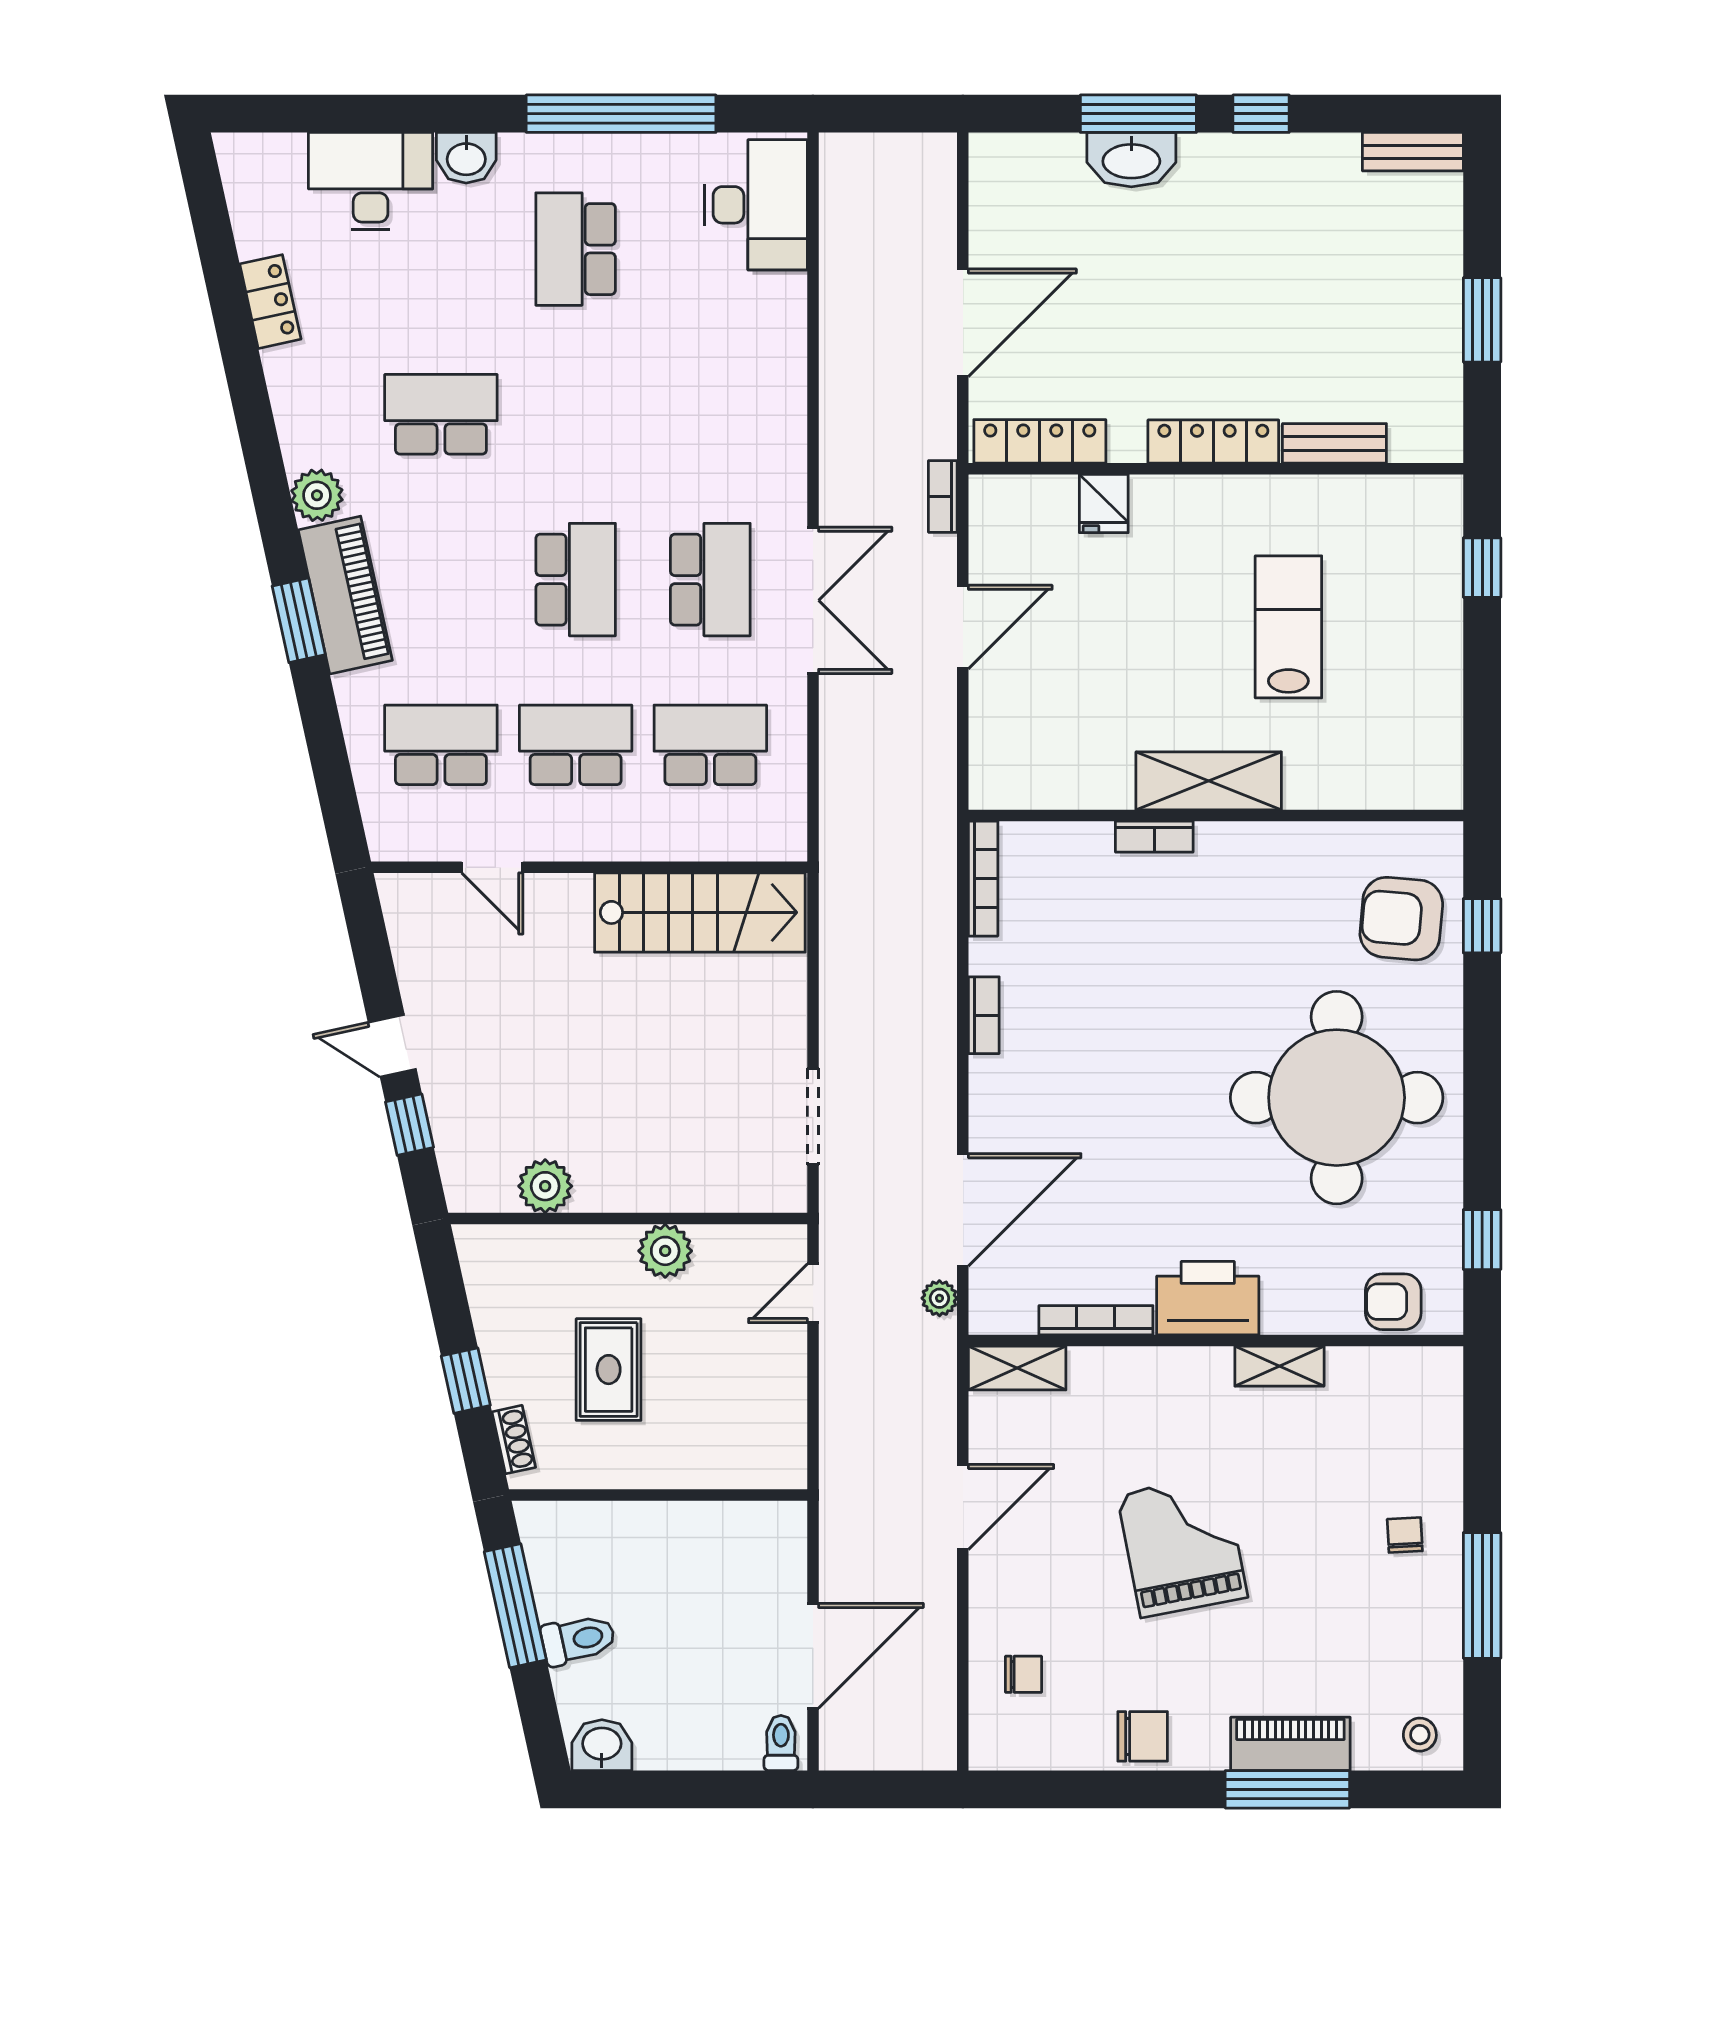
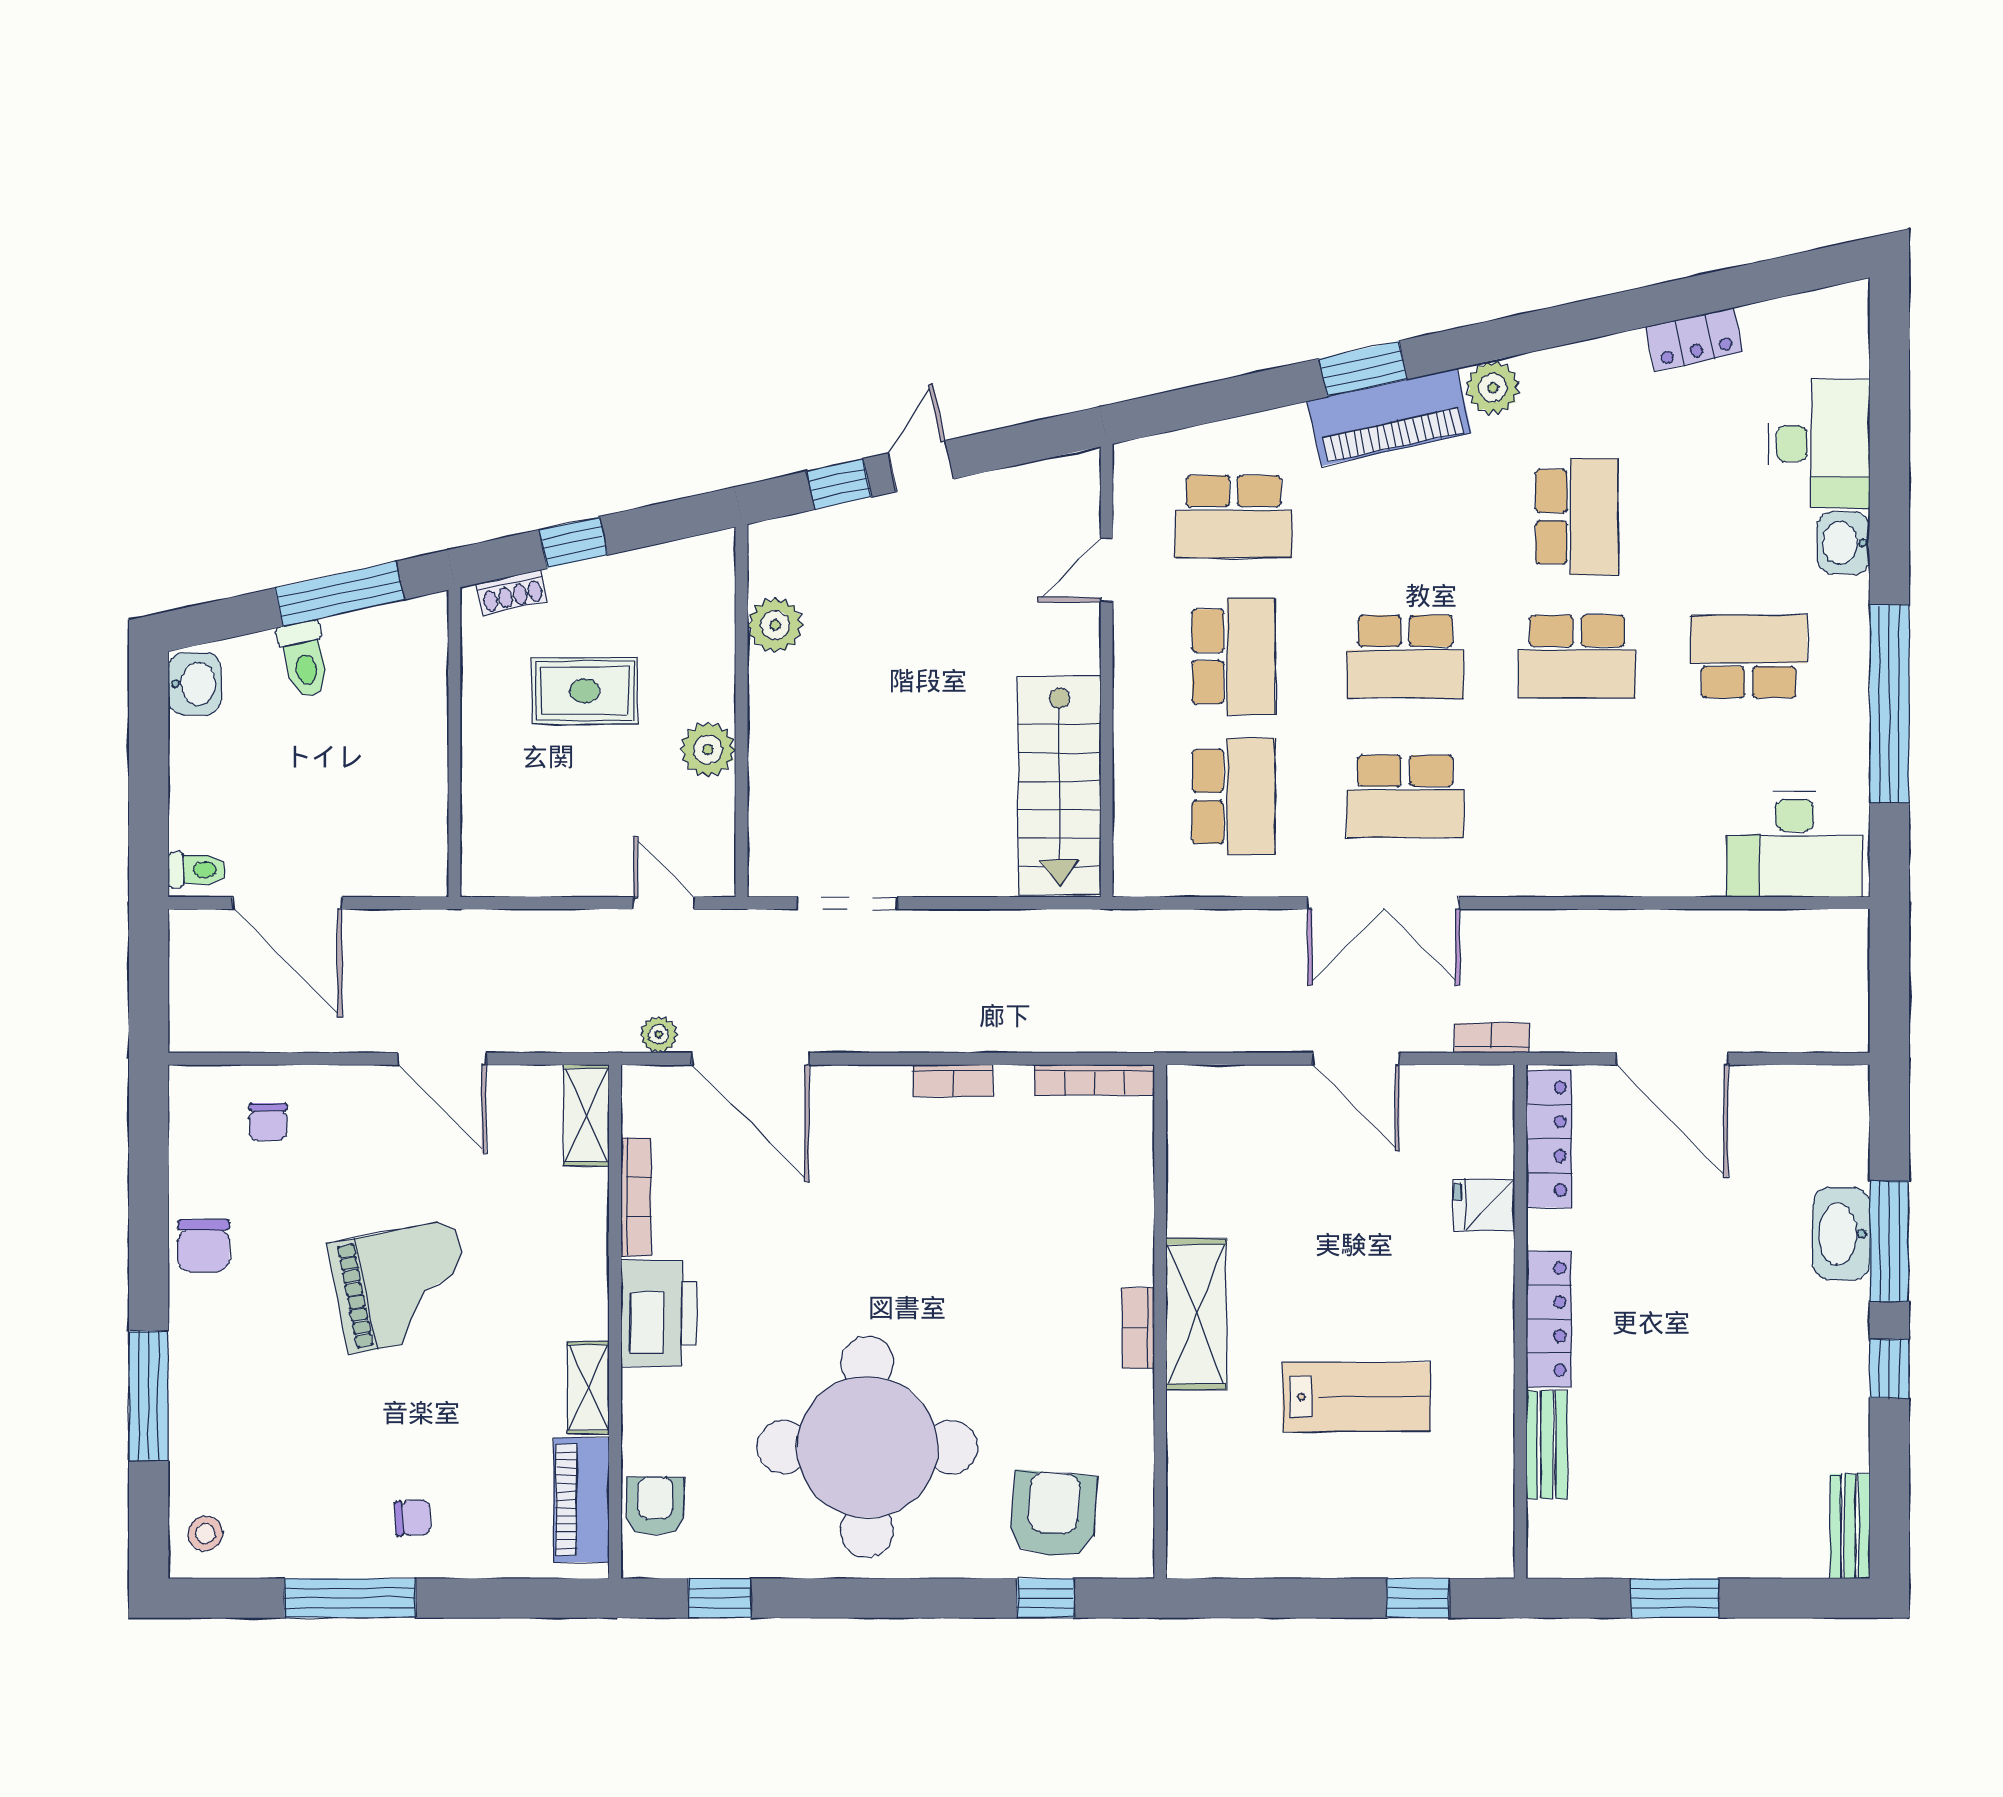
school desk: (576, 414) -> (1577, 657), added
school desk: (441, 745) -> (1234, 517), turned 90
bookcase: (1154, 837) -> (1138, 1328), moved
piano: (1290, 1744) -> (581, 1500), moved, turned 180

